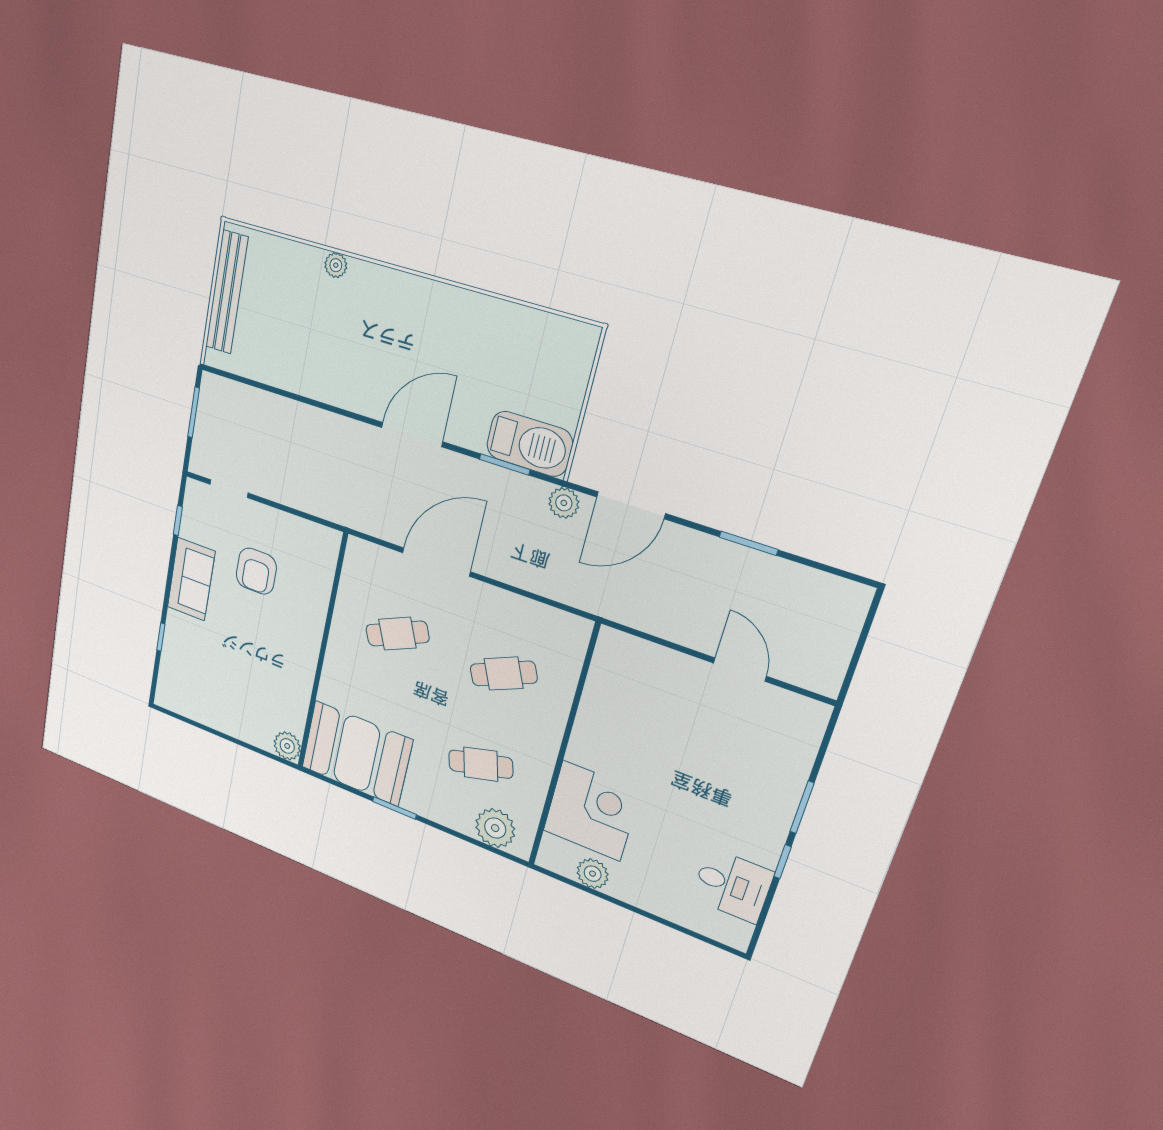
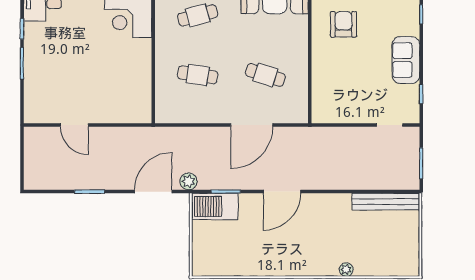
bench: (227, 292) -> (386, 202), moved, turned 90
armchair: (256, 571) -> (343, 24), moved
cafe table: (397, 634) -> (265, 75), turned 42
cafe table: (504, 674) -> (198, 75), turned 33

